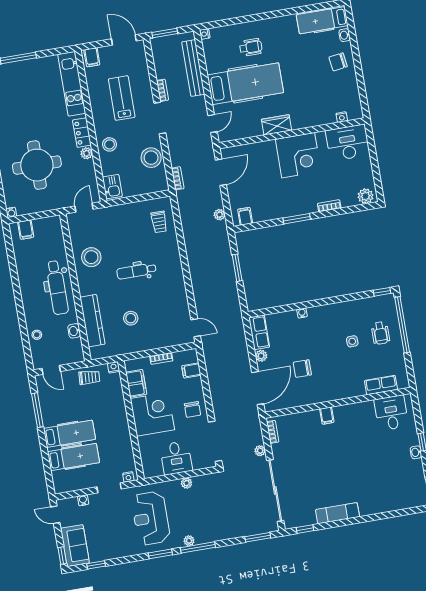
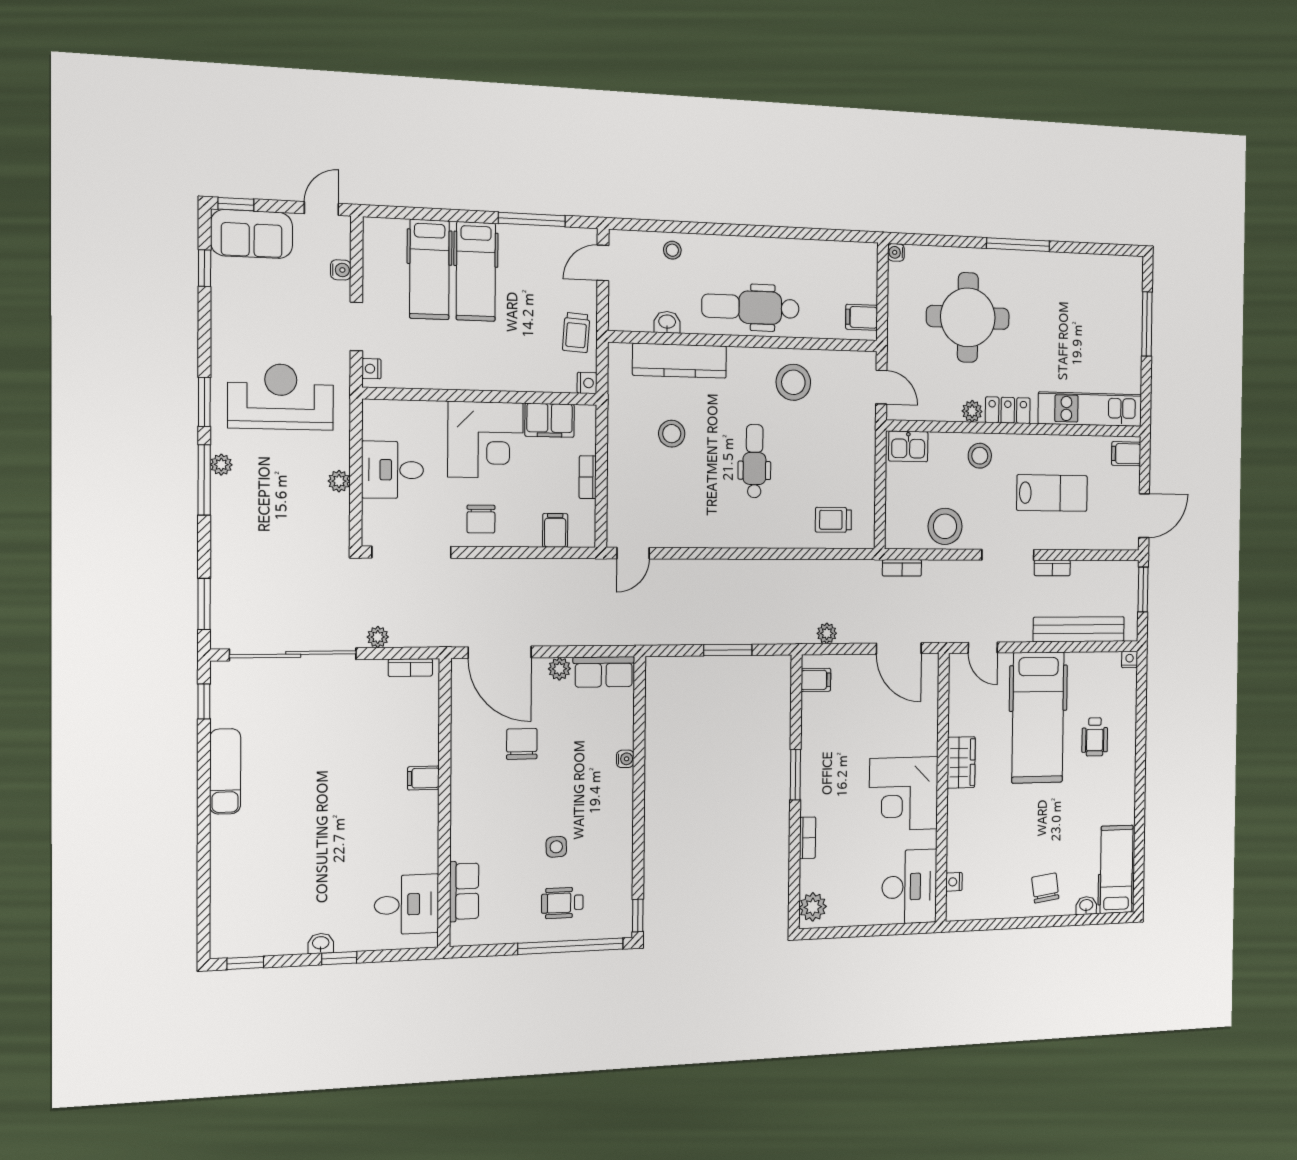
filing cabinet: (26, 230) -> (862, 317), moved
chair: (192, 409) -> (481, 519), turned -90

